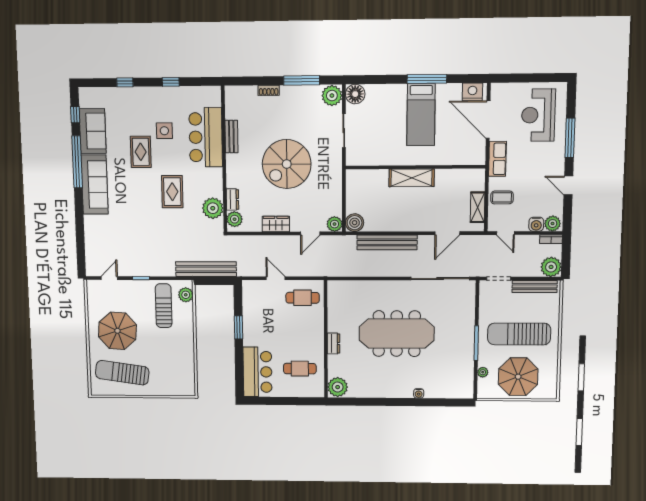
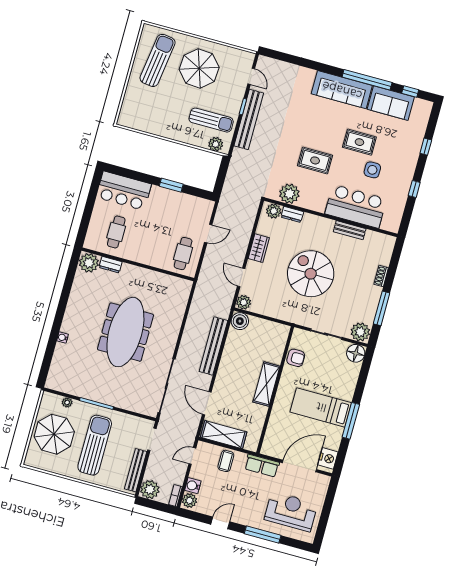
armchair: (377, 155) -> (296, 358), added
shelving: (478, 207) -> (224, 435), width x1.50, depth x1.33
bench: (206, 269) -> (249, 119), moved
dresser: (333, 343) -> (111, 265), moved

